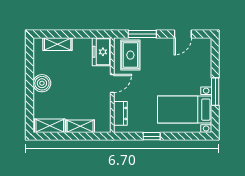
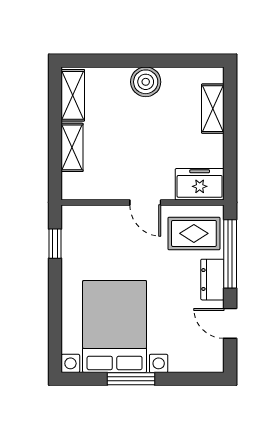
window: (142, 34) -> (230, 254), width x1.44
bed with nightstands: (185, 110) -> (115, 326), width x1.36
dresser: (120, 113) -> (212, 280), moved, turned 90
window: (152, 136) -> (55, 244), moved

